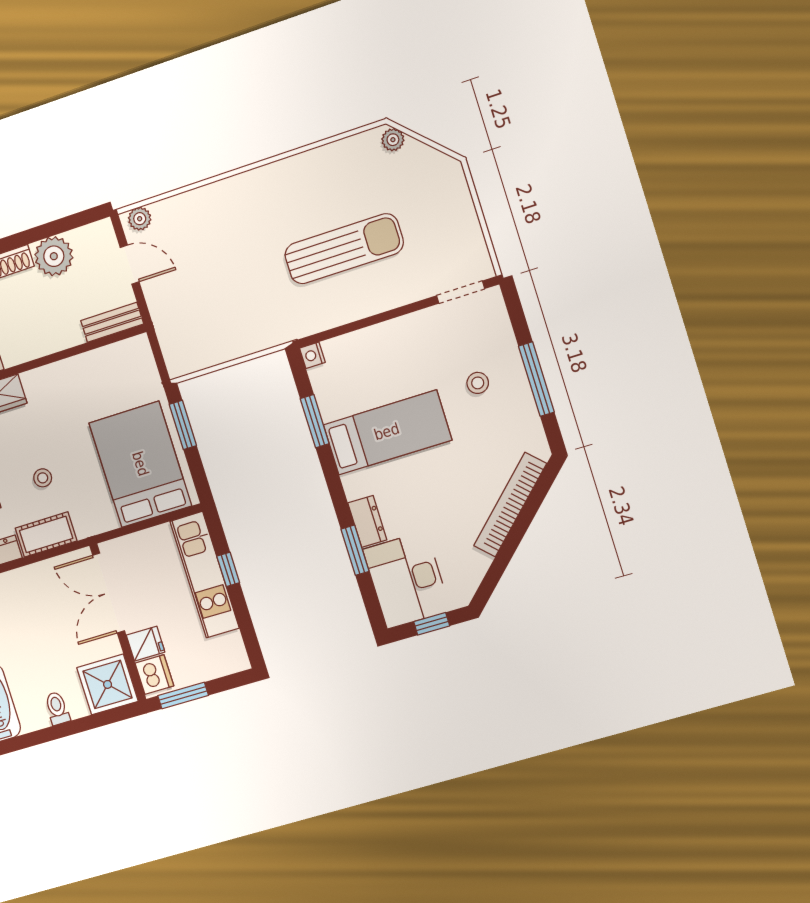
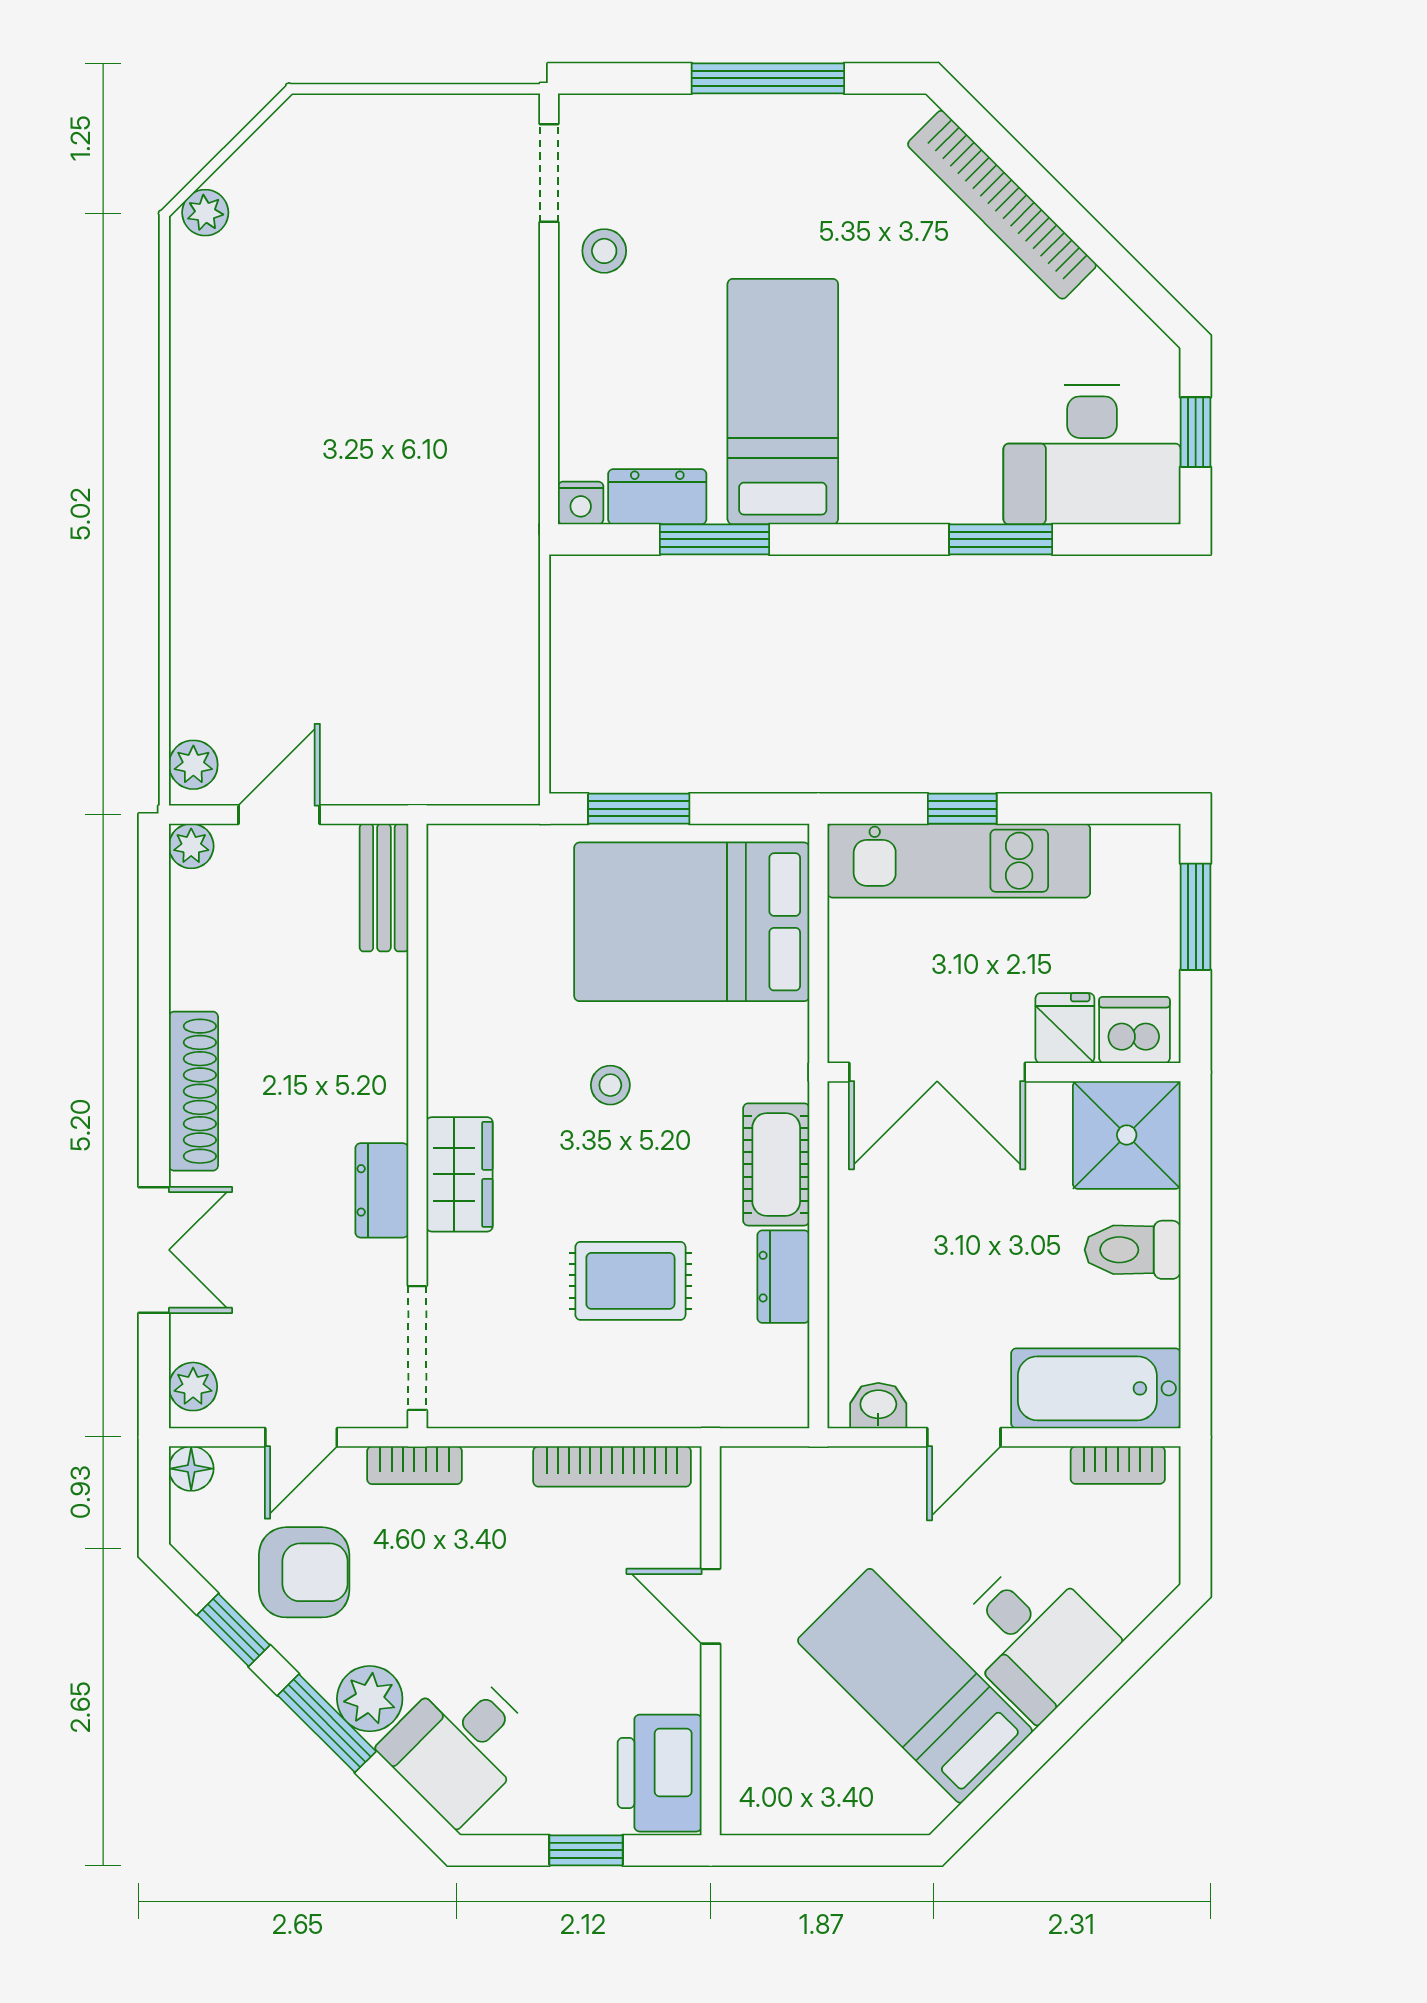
sun lounger: (344, 249) -> (389, 374), removed
plant: (54, 256) -> (191, 846), moved, width x0.53, depth x0.53
stool: (478, 383) -> (604, 251), moved
stool: (43, 478) -> (610, 1085), moved
dresser: (367, 521) -> (657, 497), moved
window: (183, 696) -> (1196, 917), moved
toilet: (57, 708) -> (1133, 1250), width x1.37, depth x1.39

